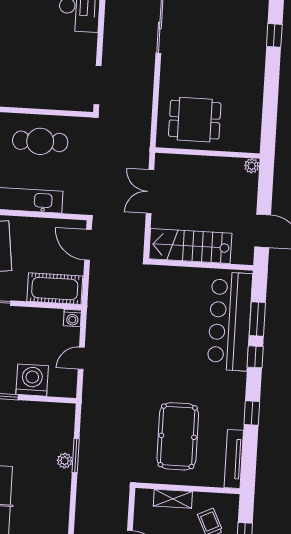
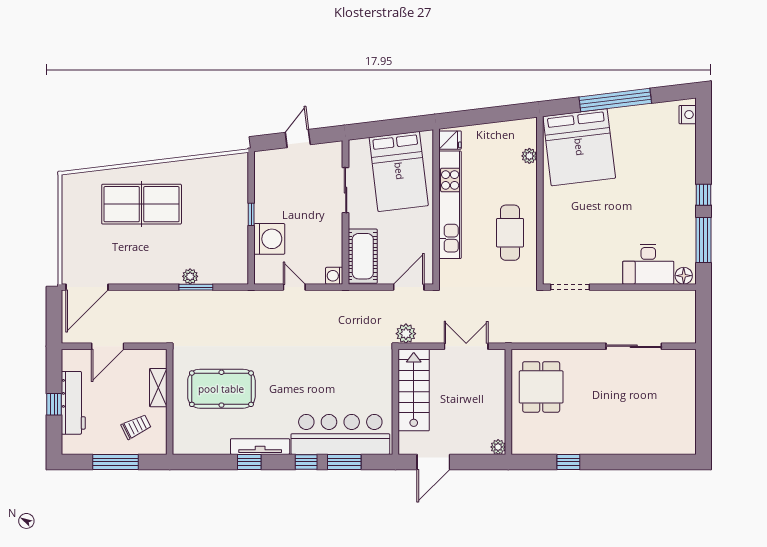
window: (274, 35) -> (568, 462), moved
plant: (134, 250) -> (406, 334), added
tv unit: (234, 459) -> (260, 447), moved

